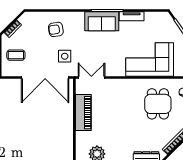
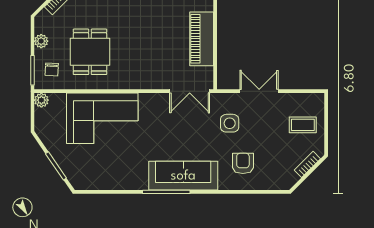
tv unit: (132, 16) -> (129, 183), removed
sofa: (102, 21) -> (183, 176), width x1.36
armchair: (56, 29) -> (243, 163), turned -81
double door: (45, 78) -> (259, 91), width x0.54

